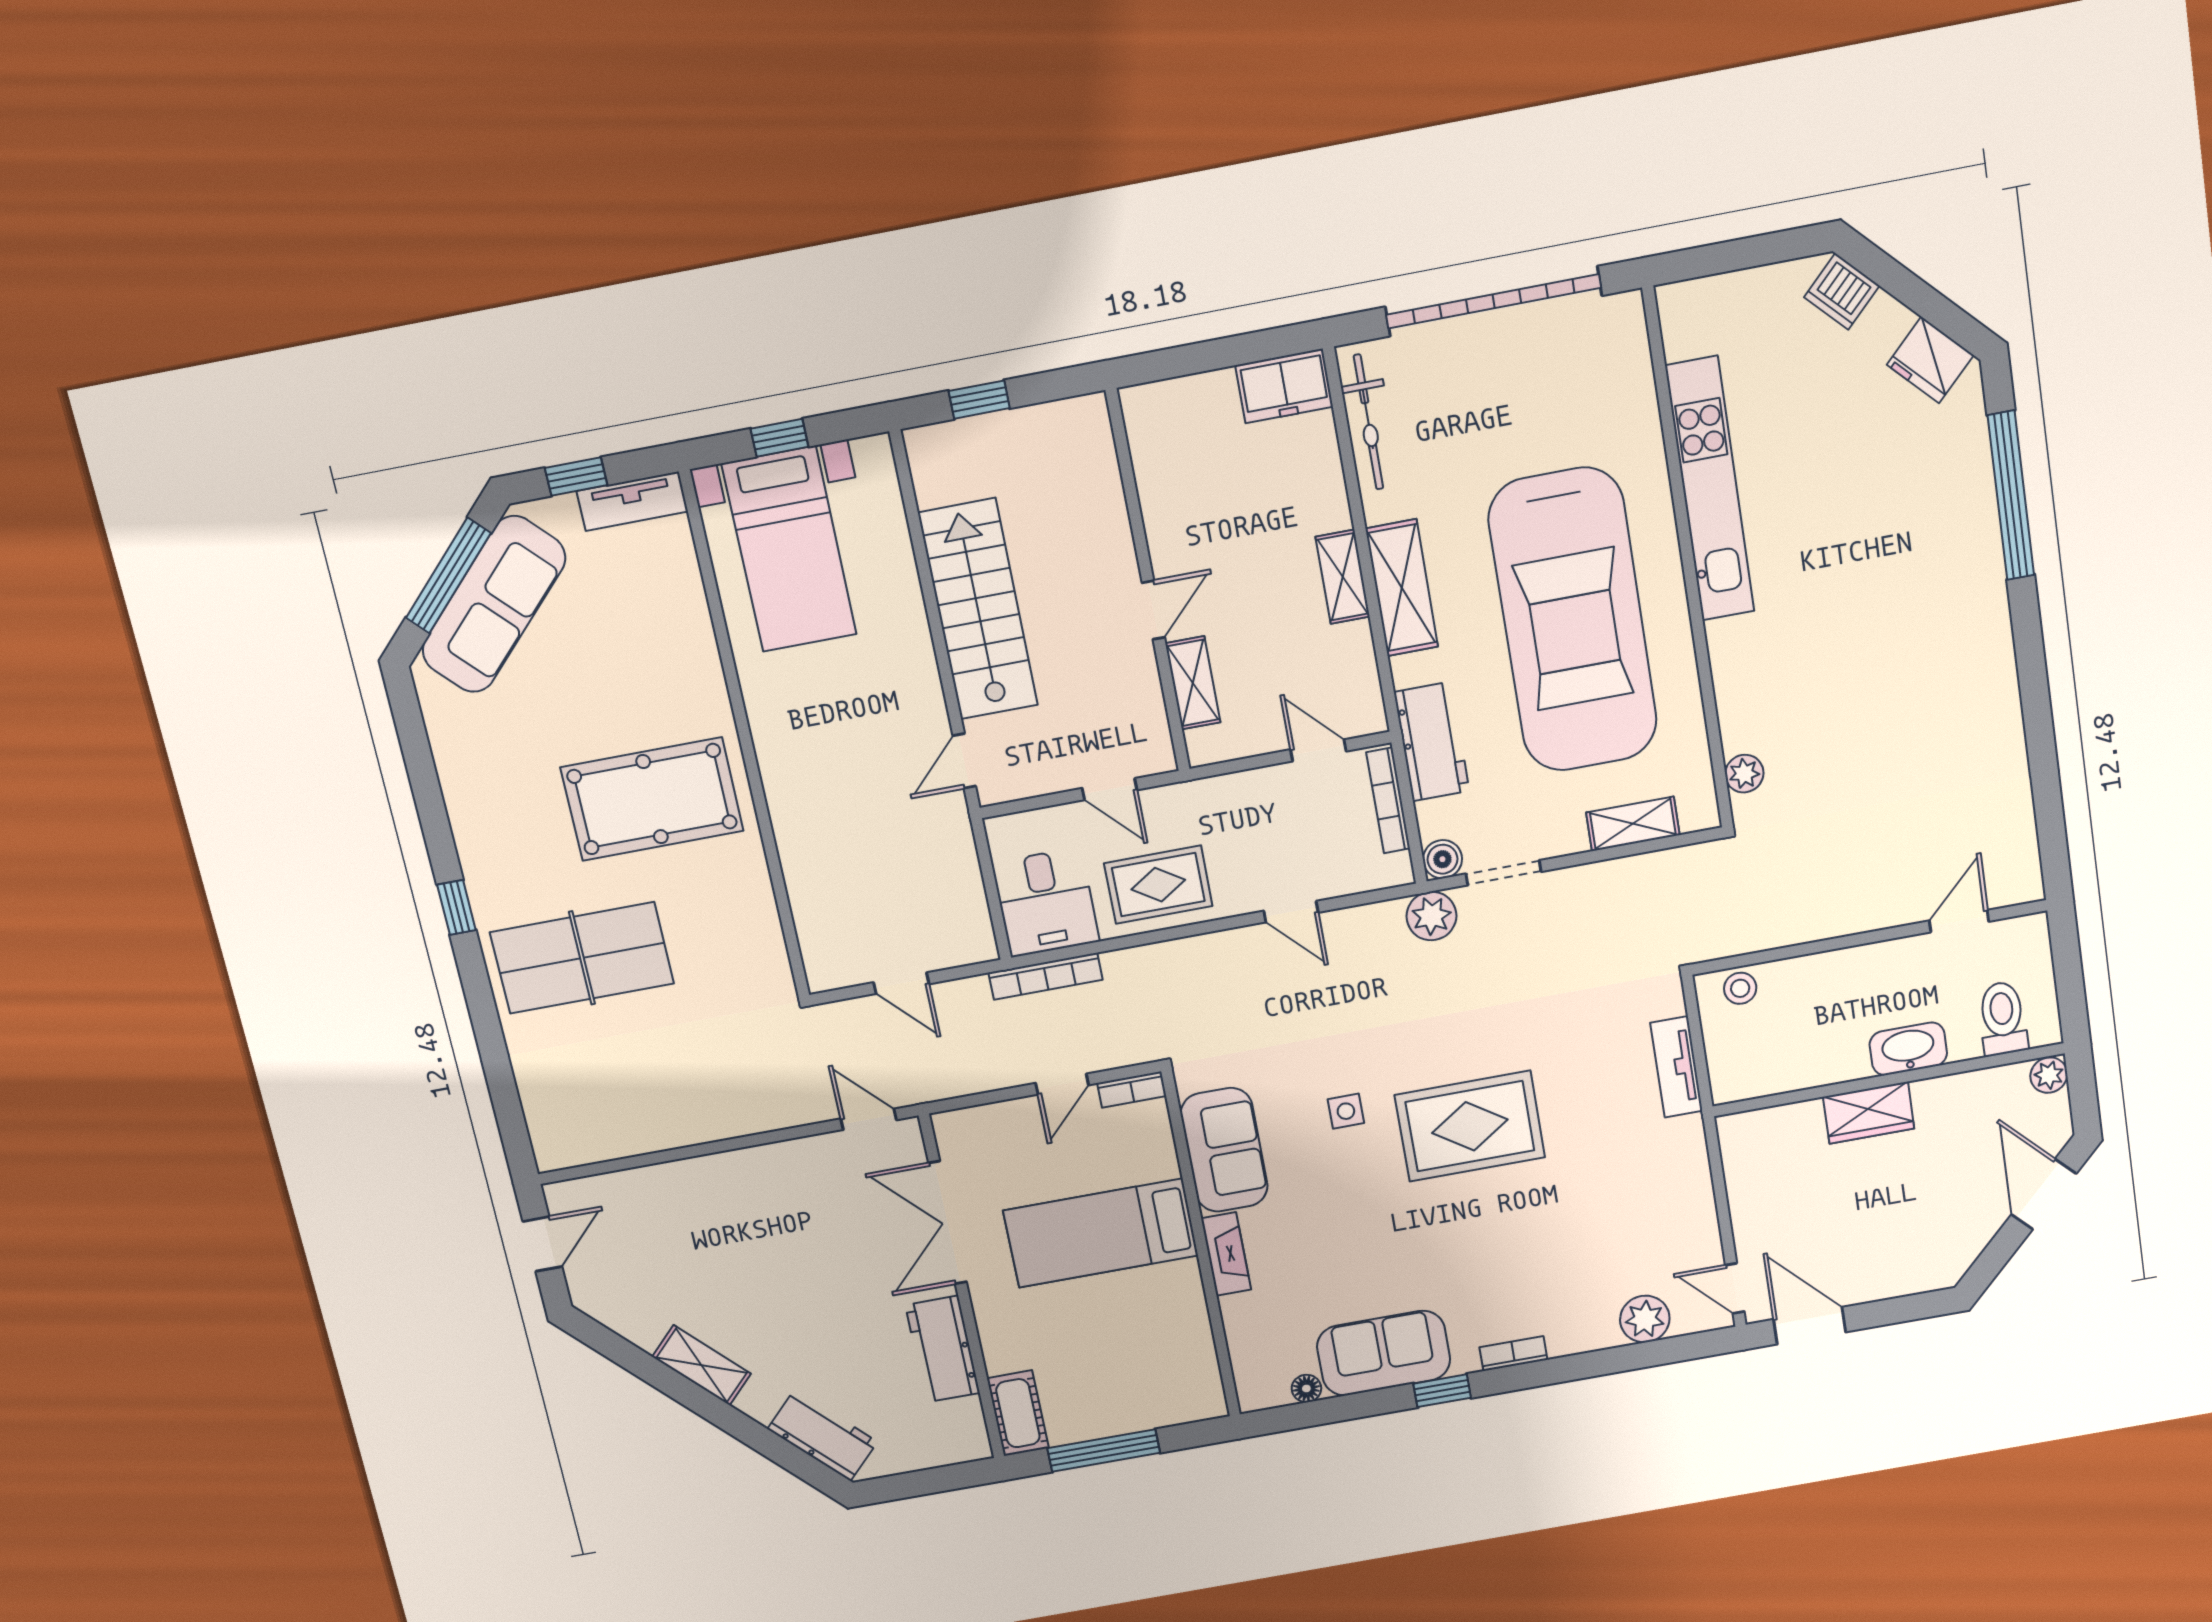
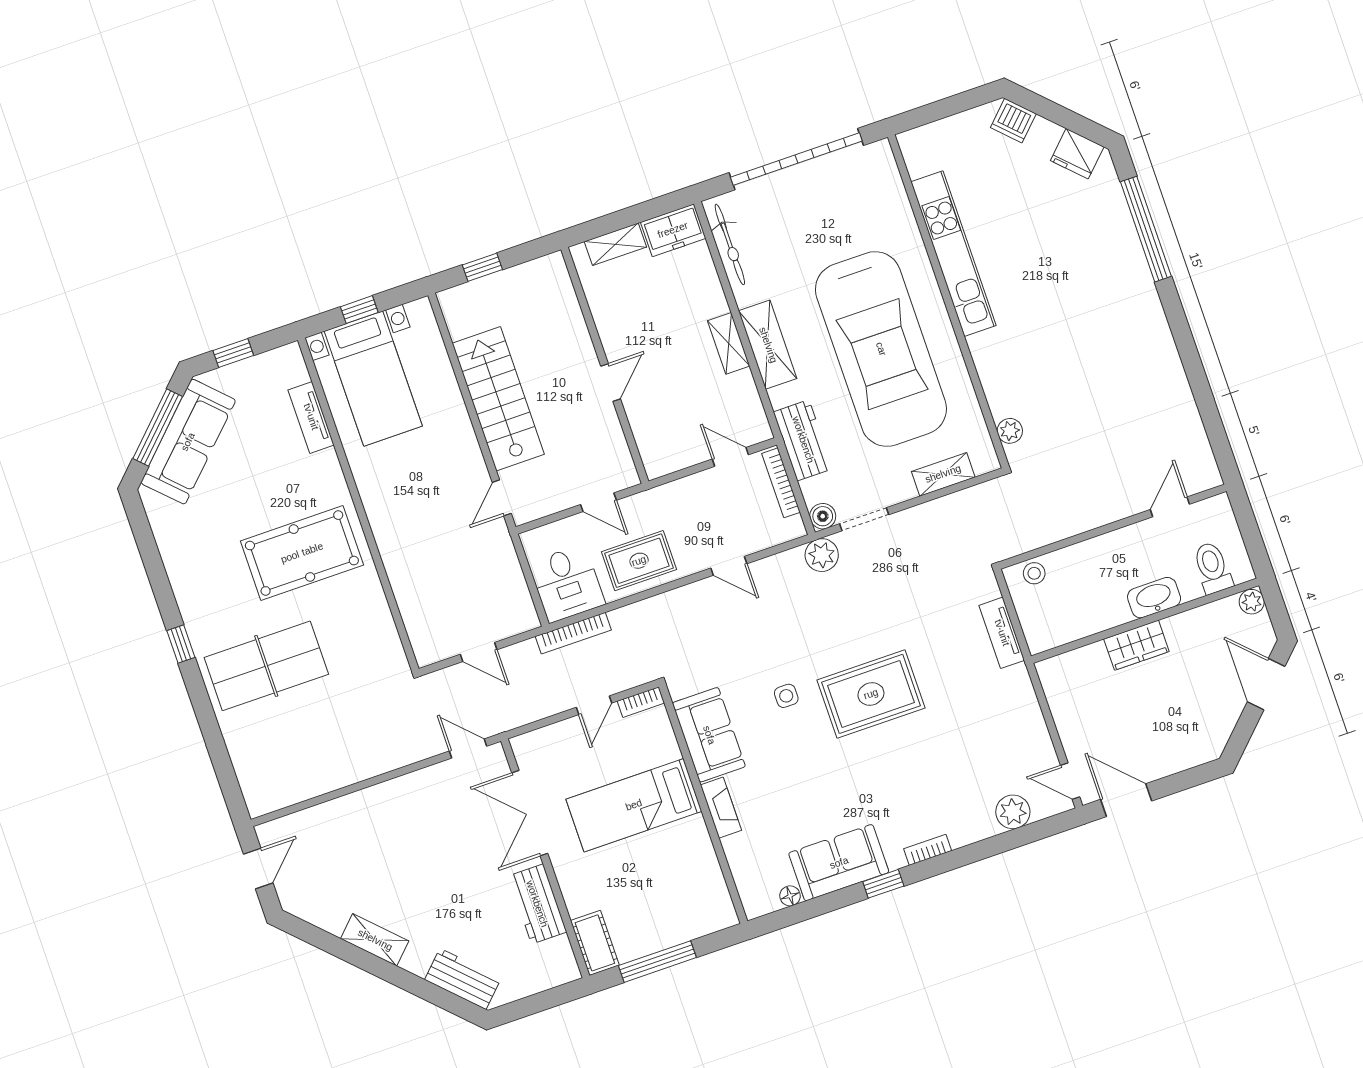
tv unit: (632, 501) -> (311, 417), moved, turned 90
shelving: (1193, 683) -> (615, 244), moved, turned 90

